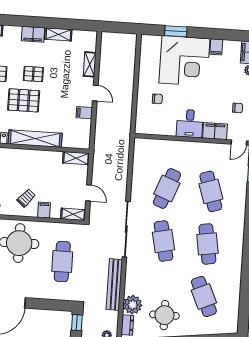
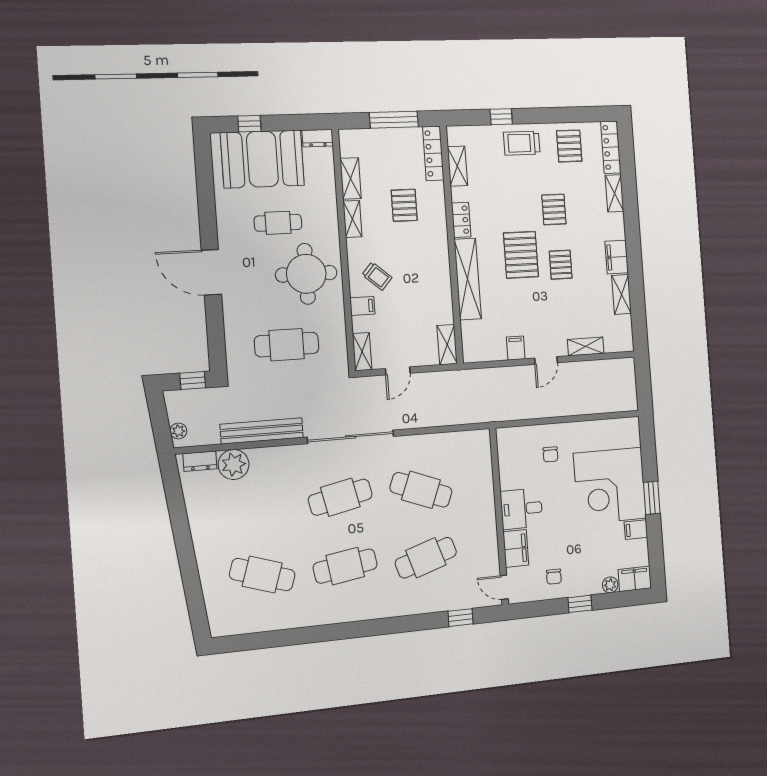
window: (176, 31) -> (652, 498), moved
cafe table: (204, 297) -> (262, 575), turned 42
round table: (164, 315) -> (224, 517), removed

